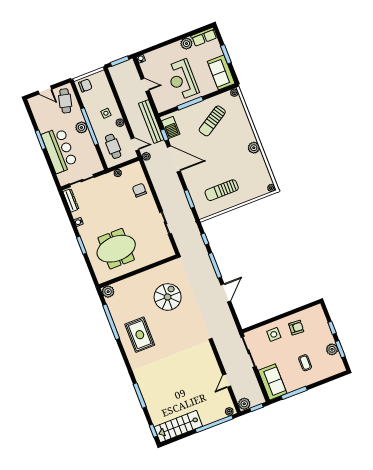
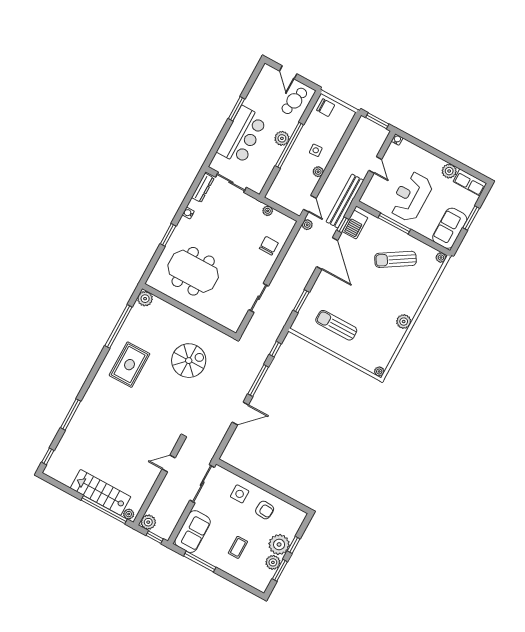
cafe table: (113, 146) -> (290, 184), removed
plant: (324, 336) -> (279, 544), added
door: (227, 381) -> (169, 463), moved
stairs: (178, 427) -> (101, 492), moved

